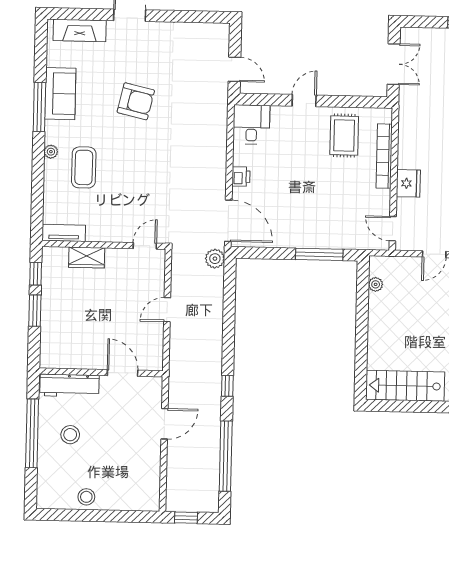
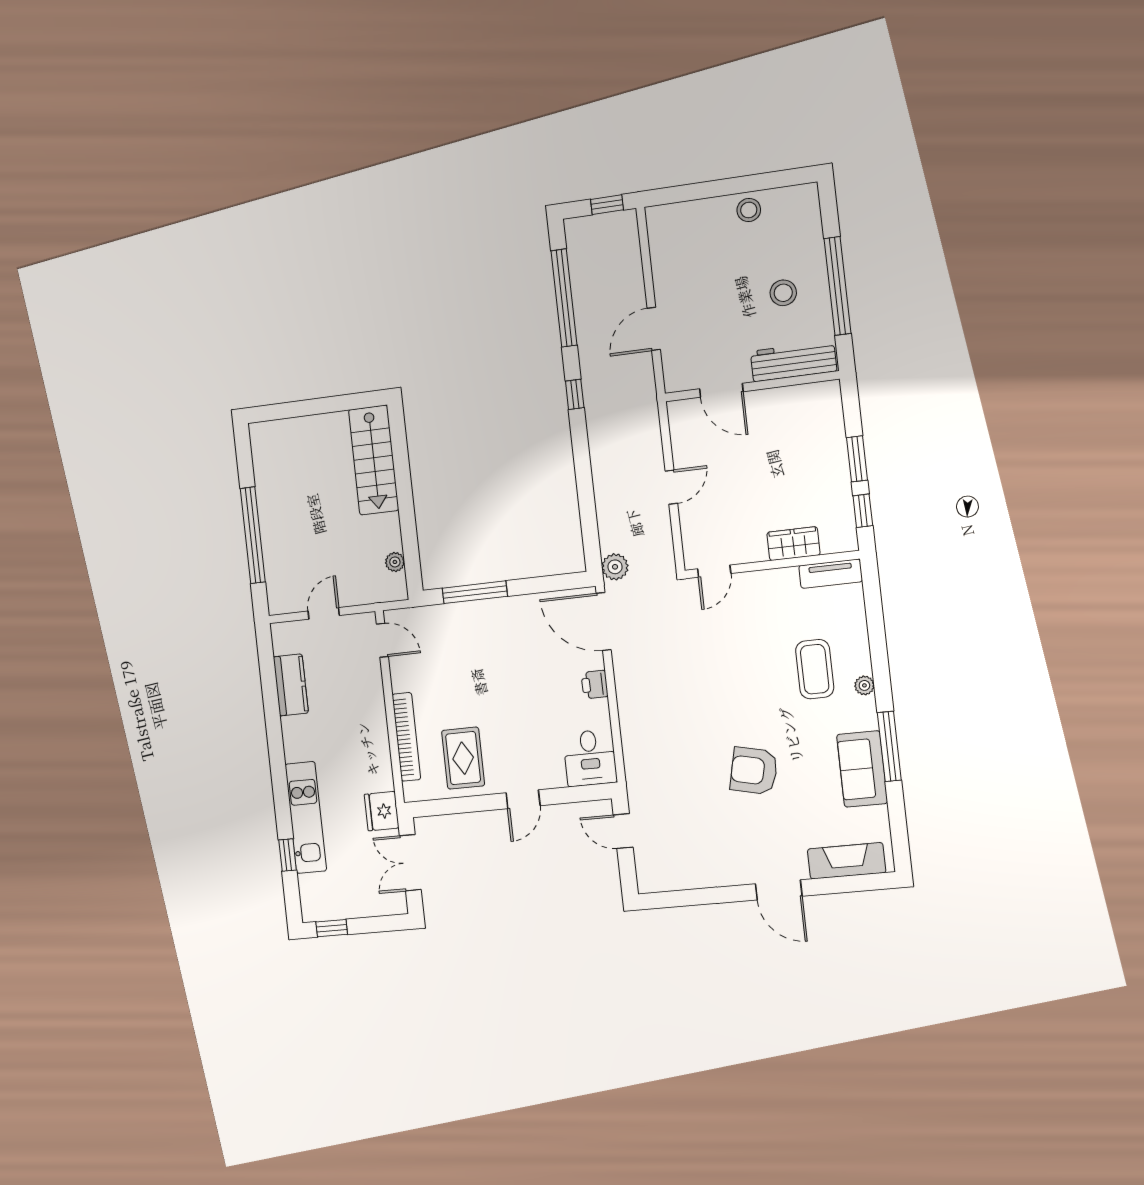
fridge: (408, 183) -> (382, 811), moved
stairs: (405, 386) -> (374, 460), moved, turned 90

